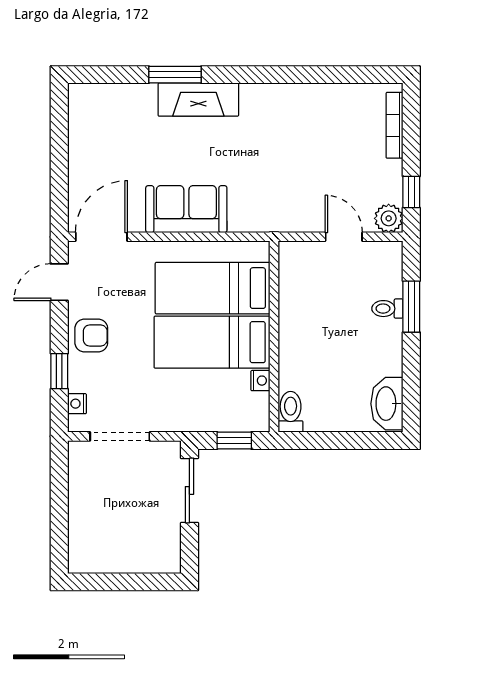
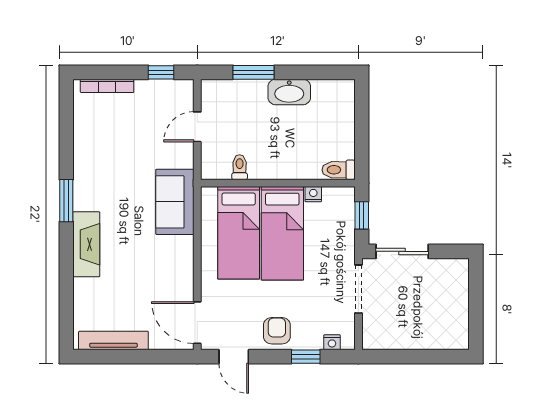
window: (175, 75) -> (66, 201), moved
tv unit: (79, 133) -> (113, 341), added
sofa: (186, 209) -> (175, 202), moved
plant: (389, 218) -> (182, 91), removed
toilet: (387, 309) -> (240, 167), moved, turned 180
washbasin: (387, 404) -> (289, 92), moved
doorway: (120, 436) -> (358, 289), moved

